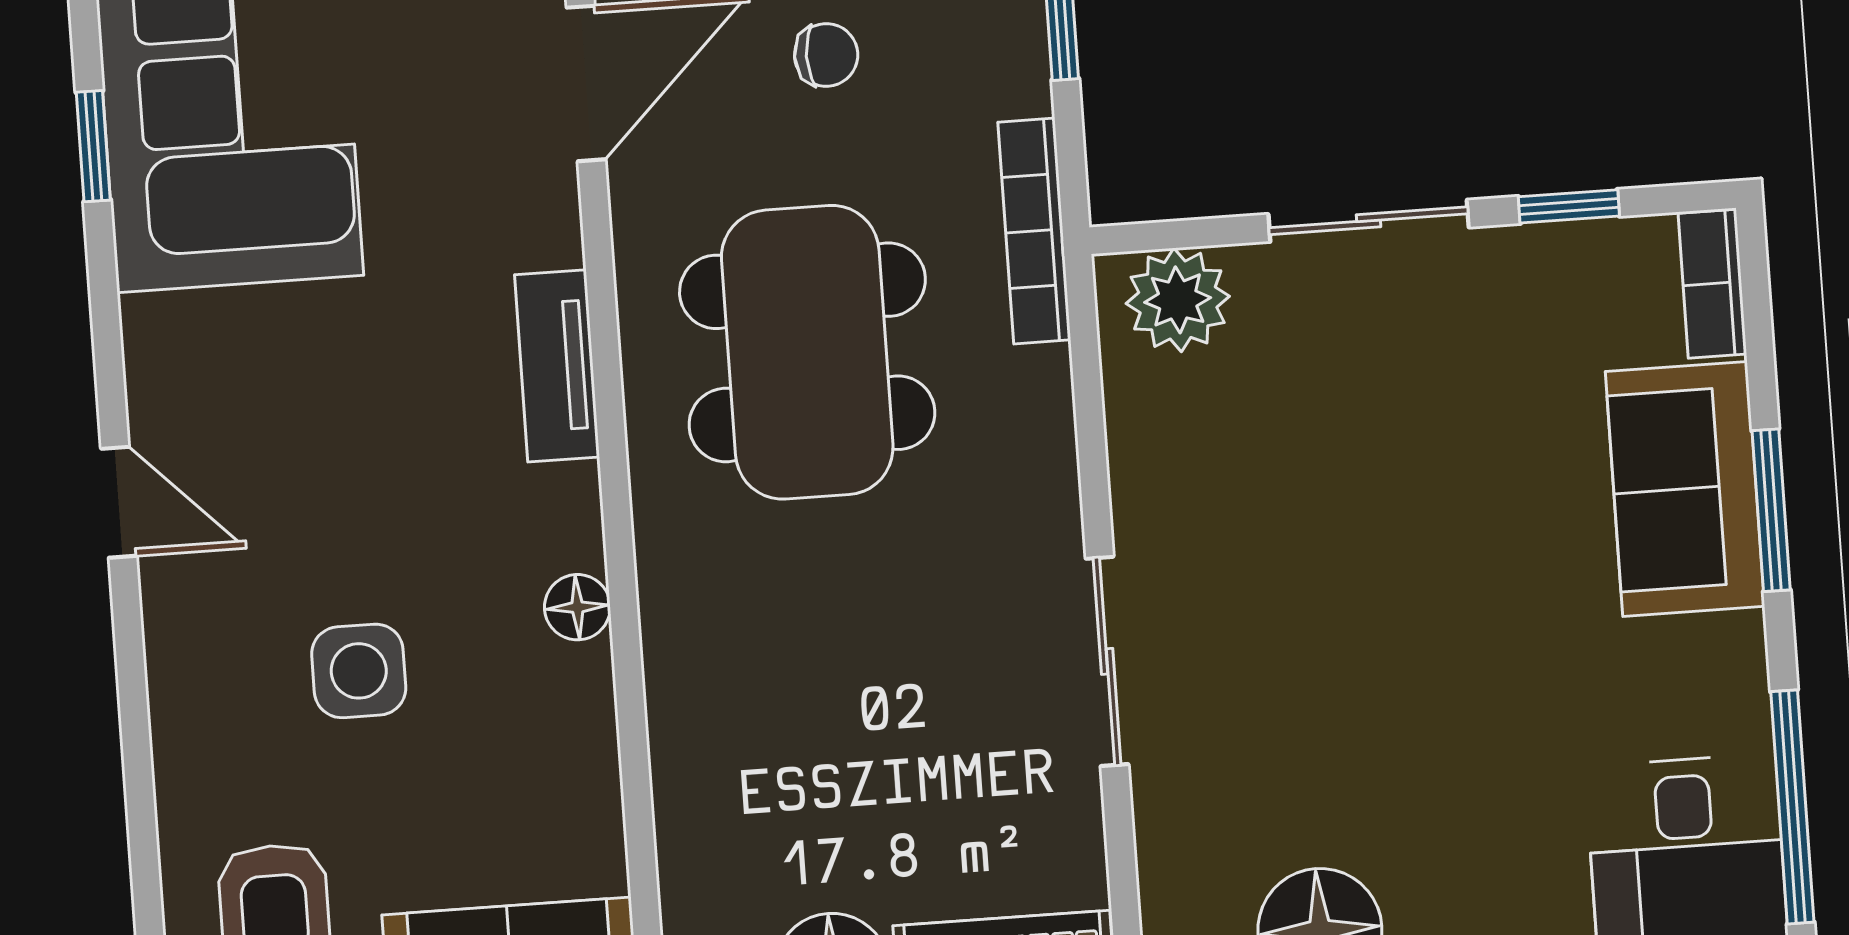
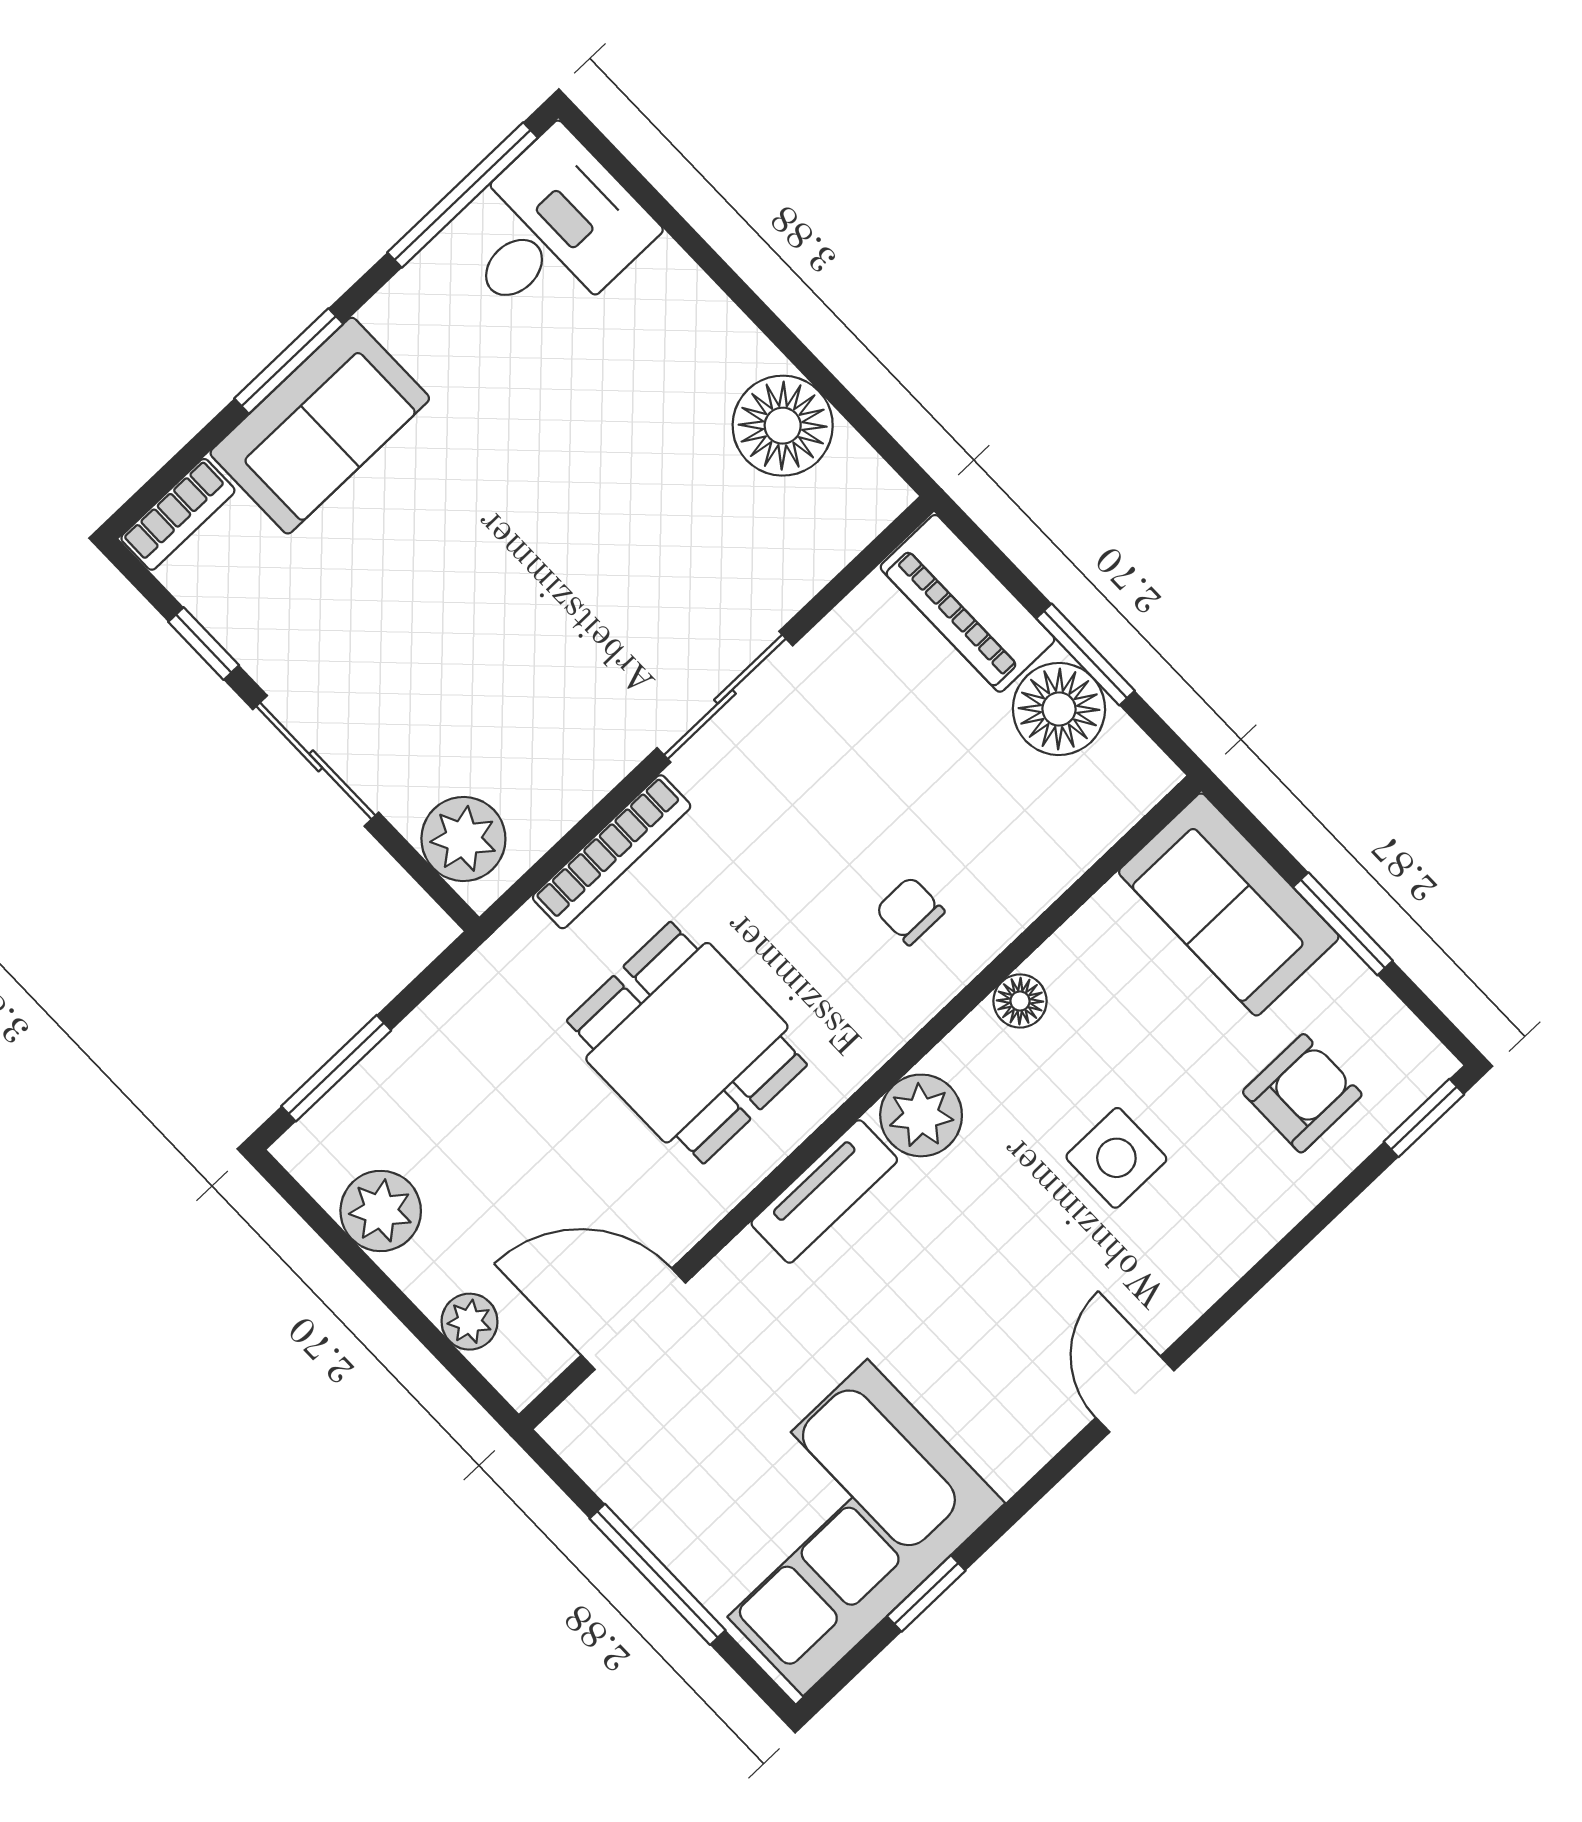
chair: (826, 55) -> (910, 911), moved
bookcase: (1034, 231) -> (612, 852), moved
dining table: (807, 352) -> (687, 1043), width x0.73
plant: (553, 518) -> (921, 1115), added
floor lamp: (577, 607) -> (1020, 1001), moved

